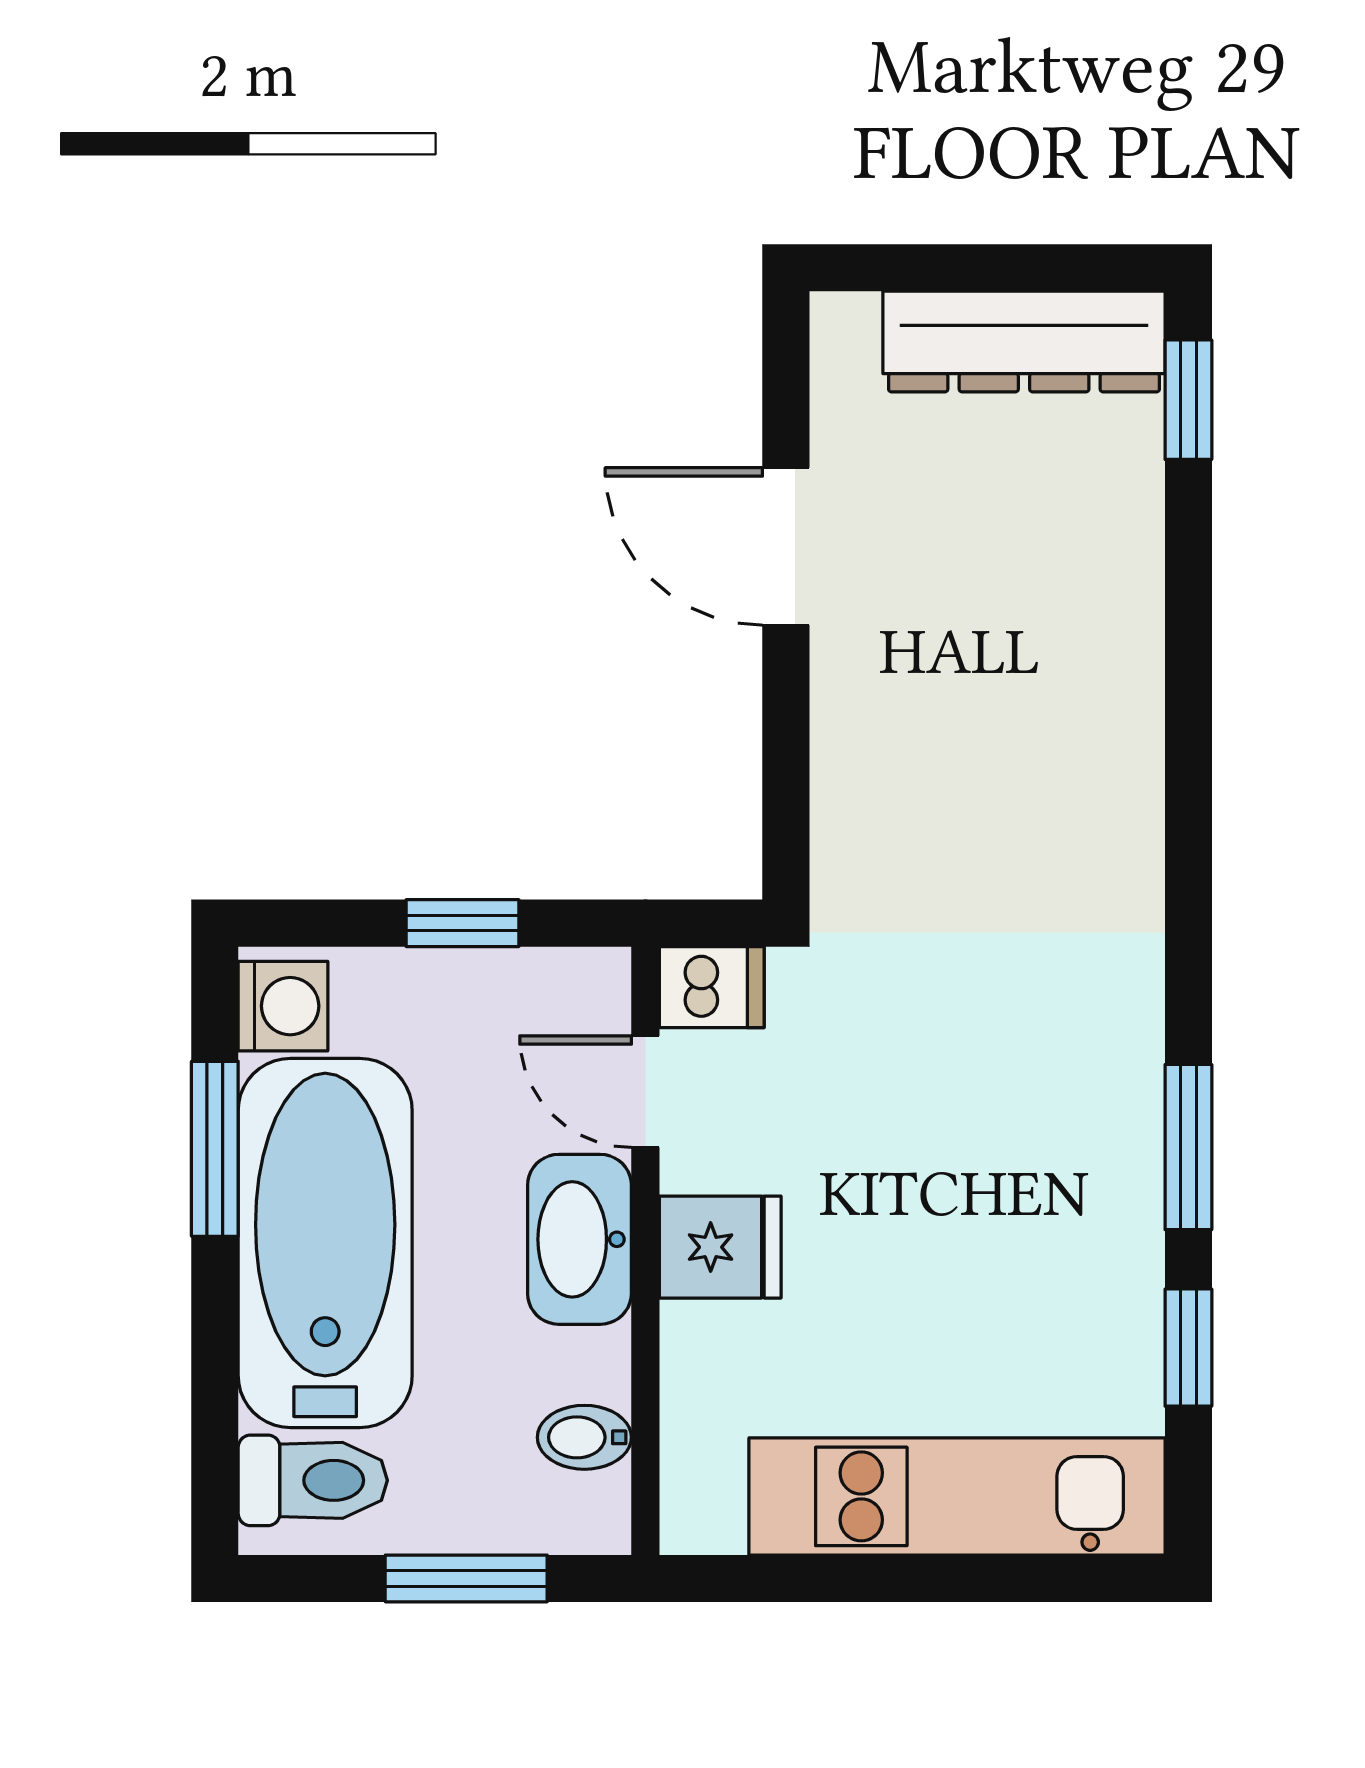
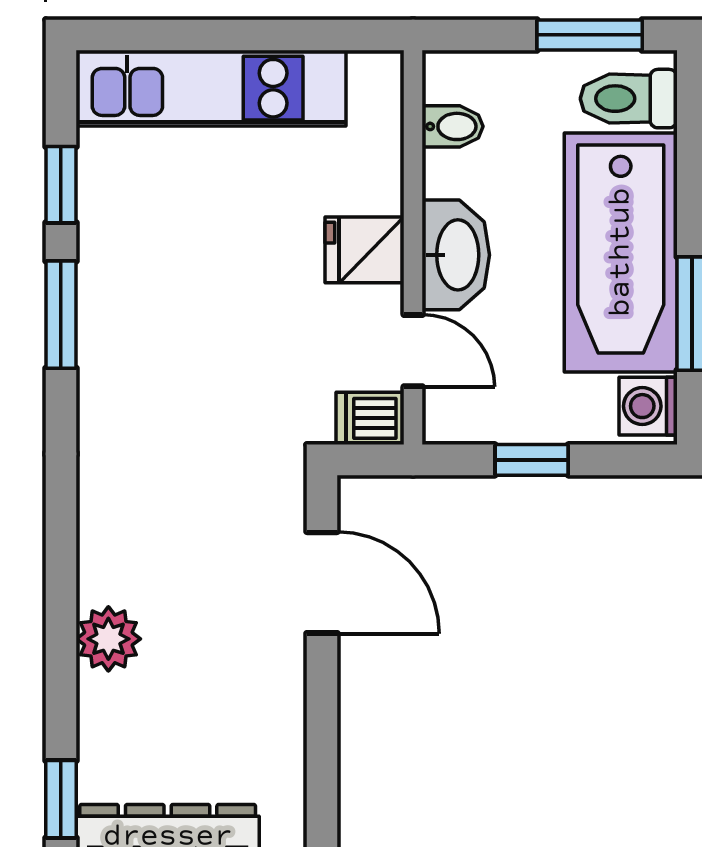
door: (786, 546) -> (322, 583), moved
plant: (1115, 647) -> (108, 639), added
window: (466, 1578) -> (590, 35), moved

